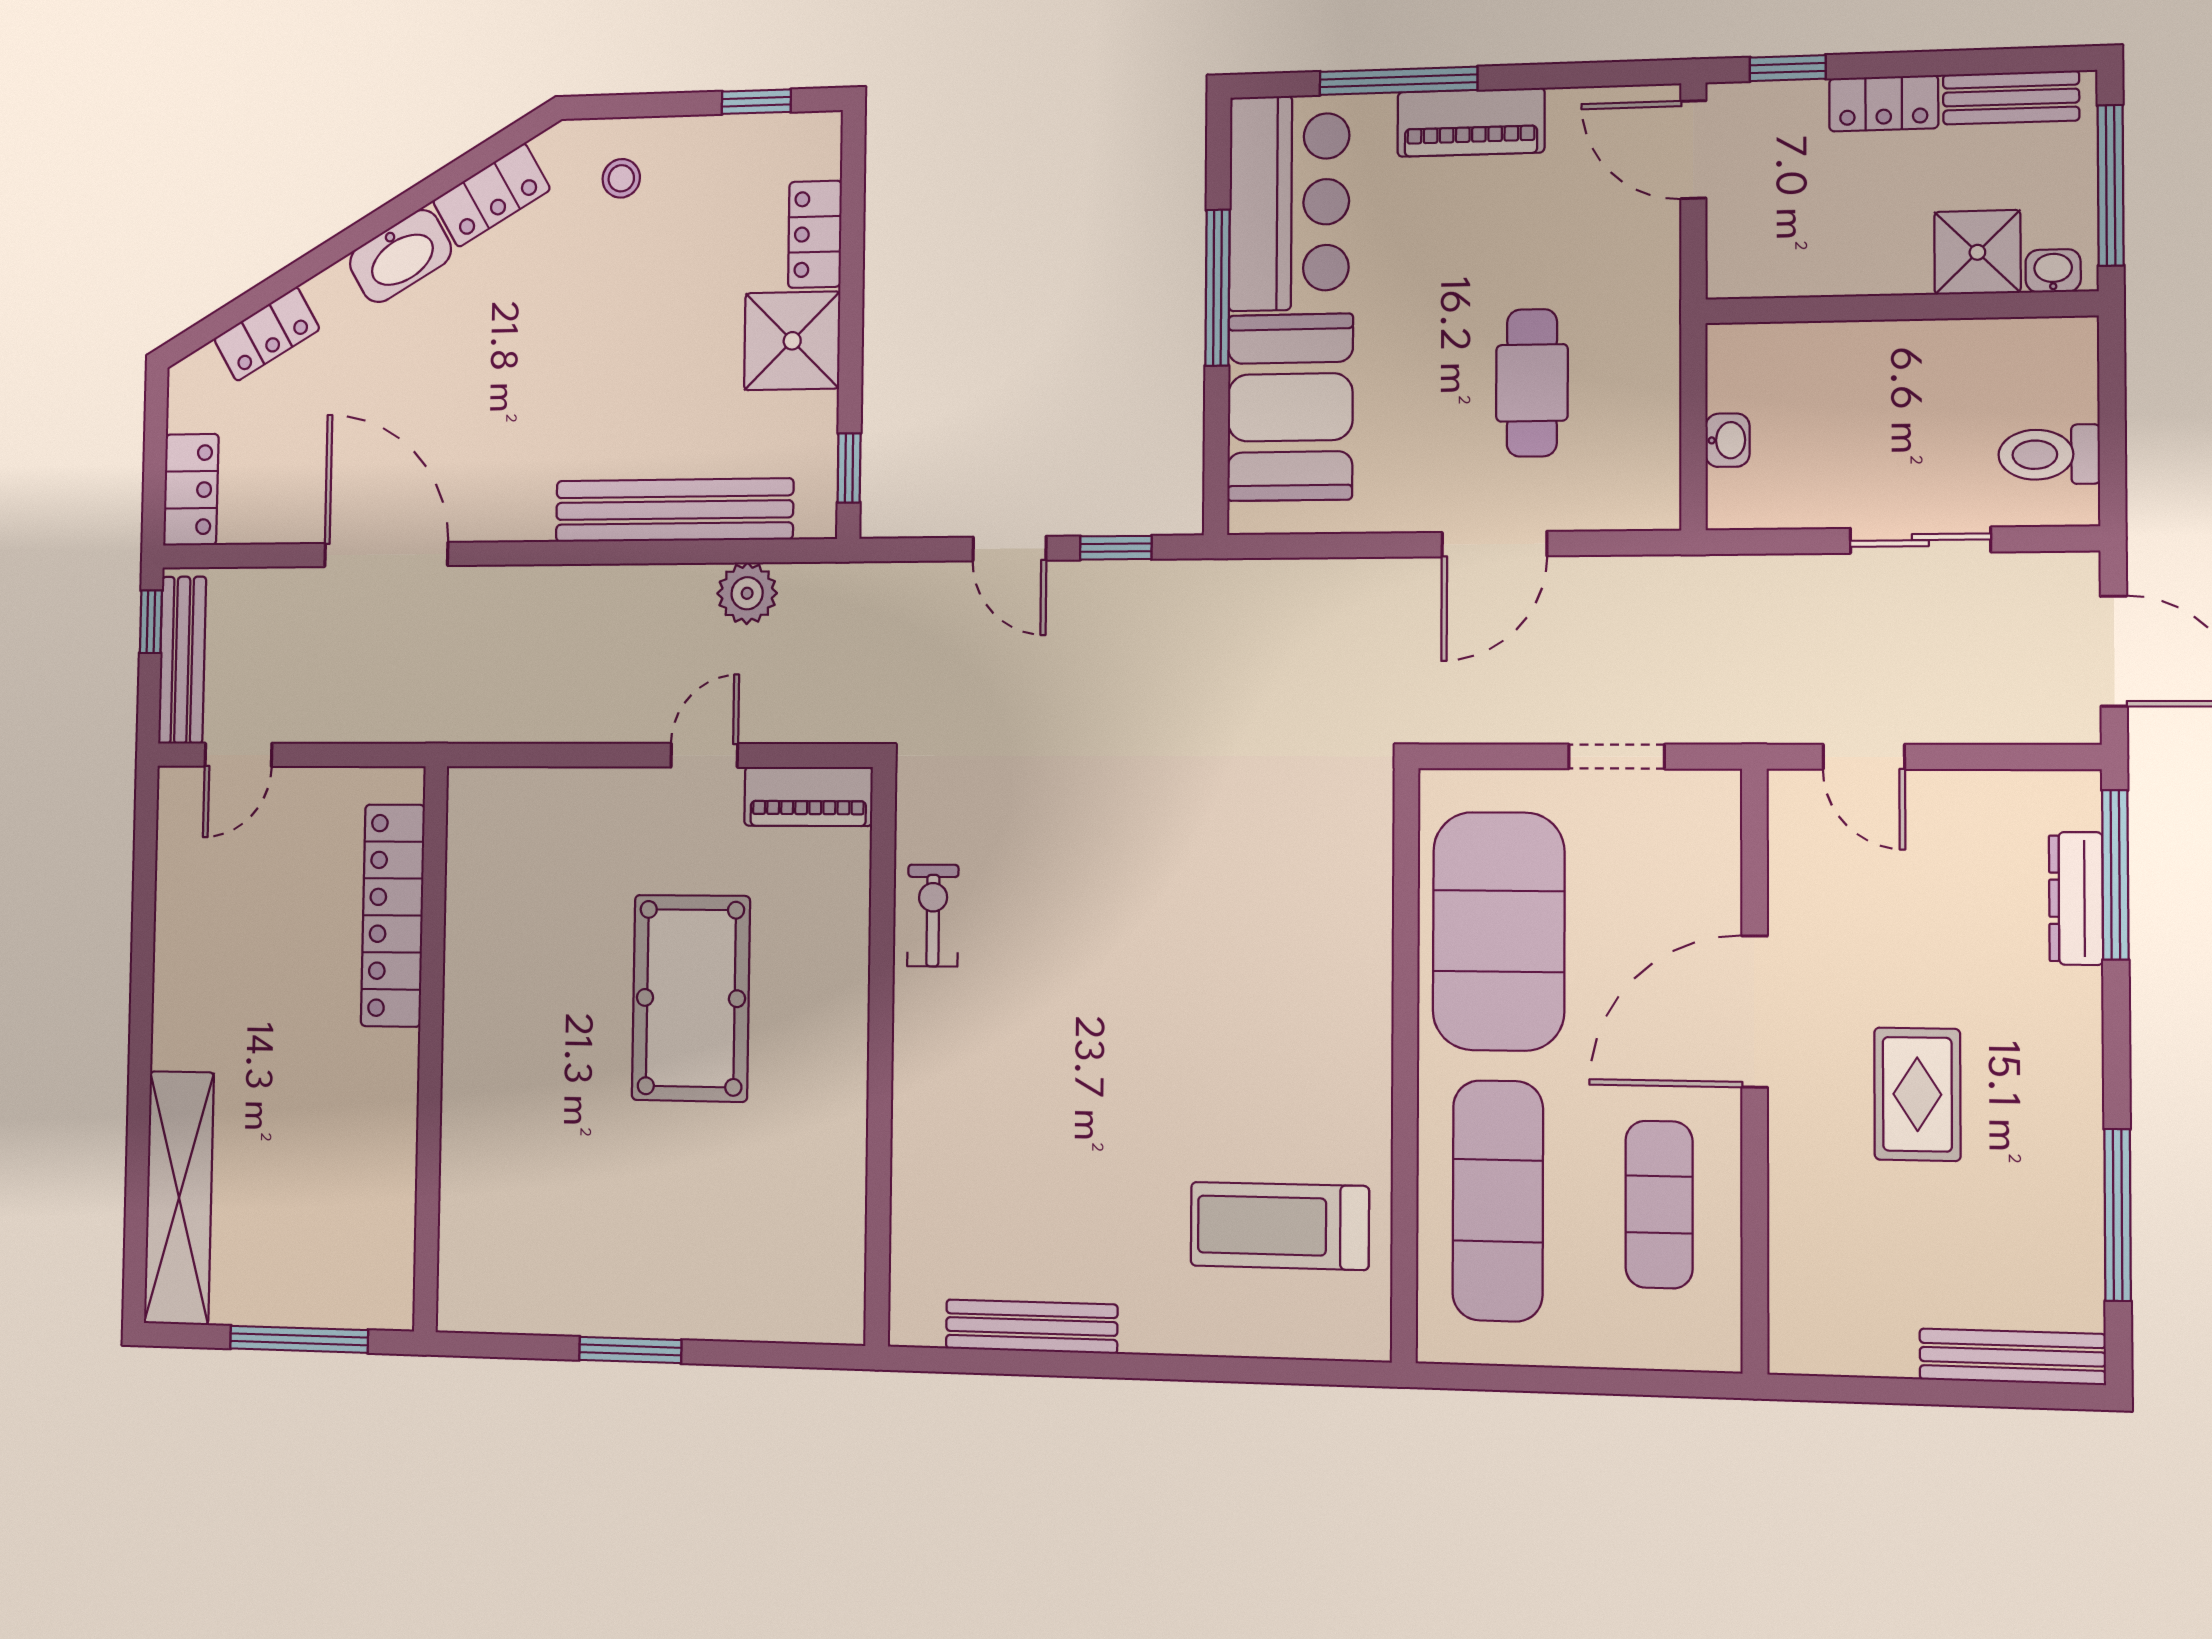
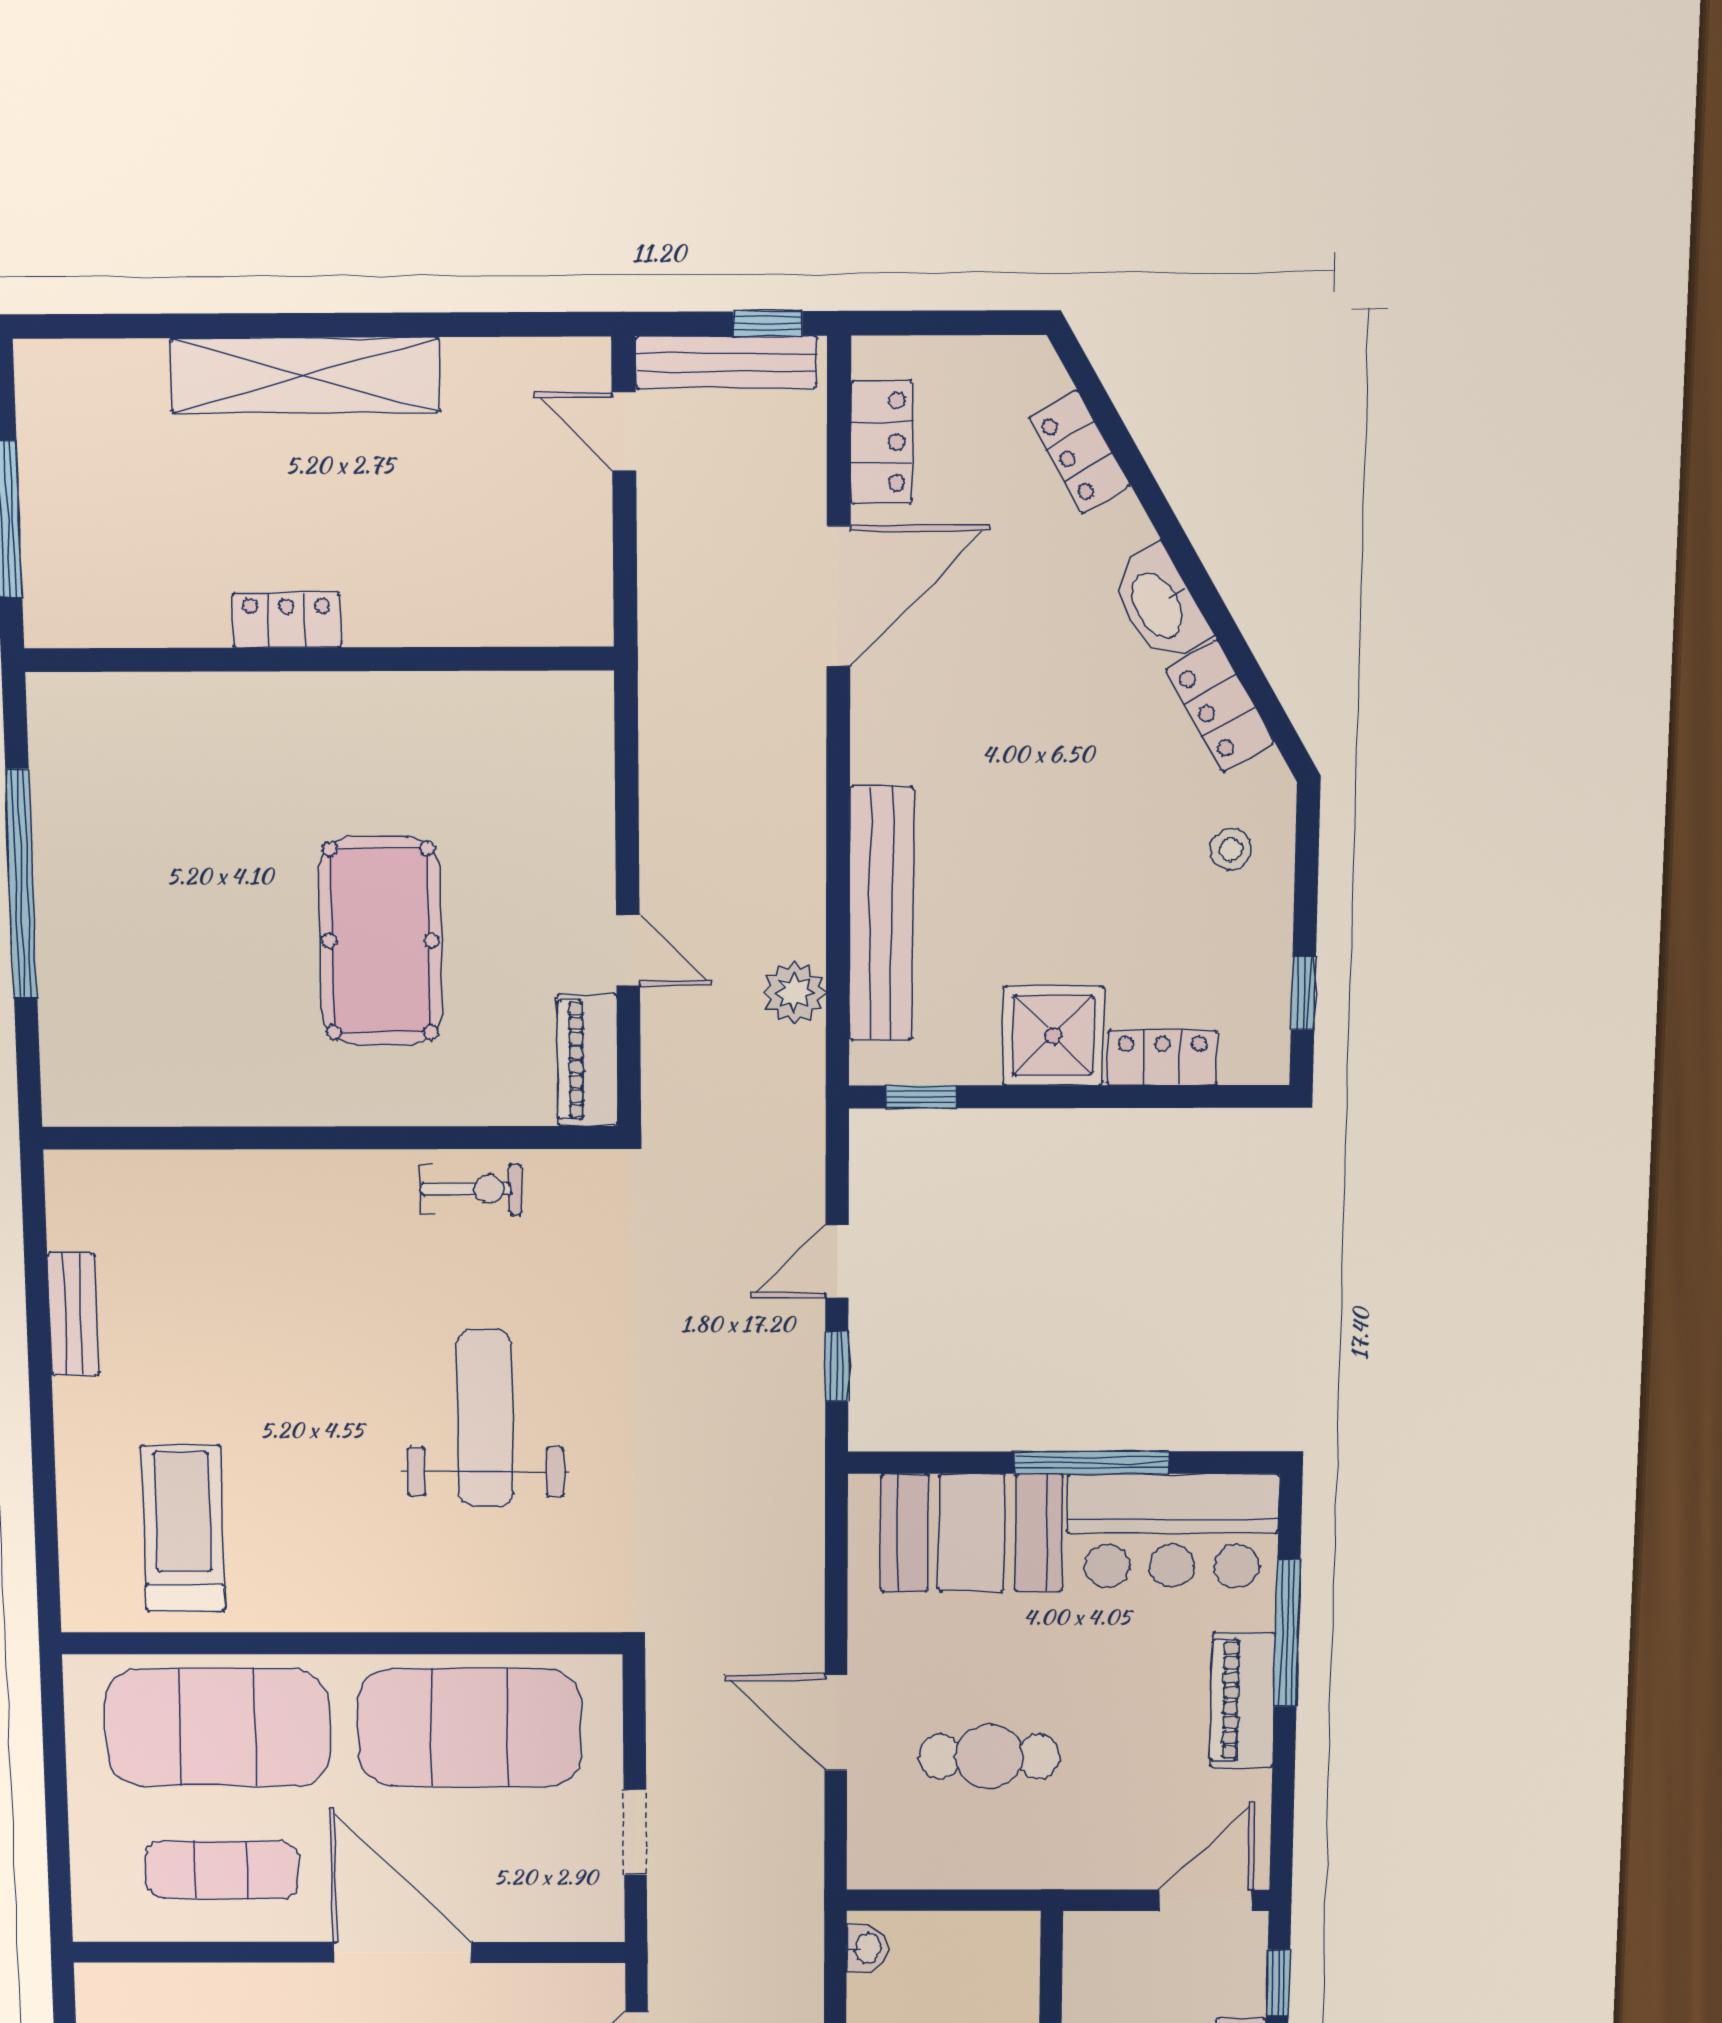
washbasin: (1728, 440) -> (867, 1948), moved, turned -90
locker: (191, 490) -> (881, 442), moved, turned -90
weight bench: (1166, 907) -> (485, 1418), added
locker: (393, 915) -> (286, 620), moved, width x0.46, depth x0.83
pool table: (691, 998) -> (380, 941), turned 90
shelving: (179, 1198) -> (305, 375), moved
exercise mat: (1498, 1201) -> (218, 1728), width x1.47
bench: (1032, 1327) -> (73, 1314), width x0.73
window: (630, 1350) -> (21, 883), width x2.11

